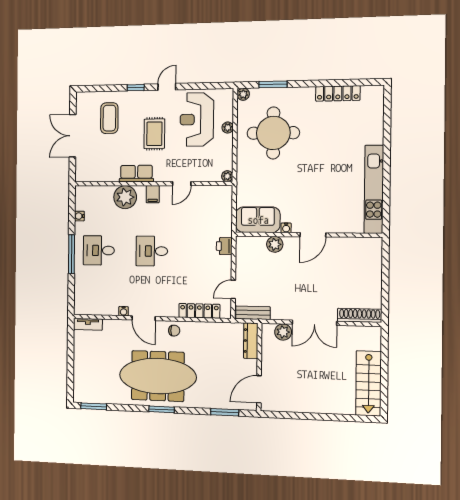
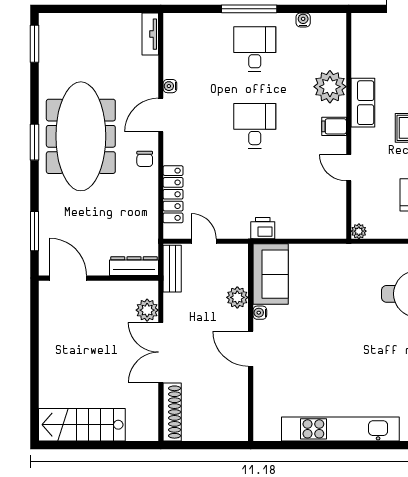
sofa: (258, 220) -> (271, 274), moved
water cooler: (286, 228) -> (260, 313), moved
wall: (308, 235) -> (251, 342), moved
door: (313, 235) -> (251, 349), moved
plant: (275, 244) -> (237, 297), moved

